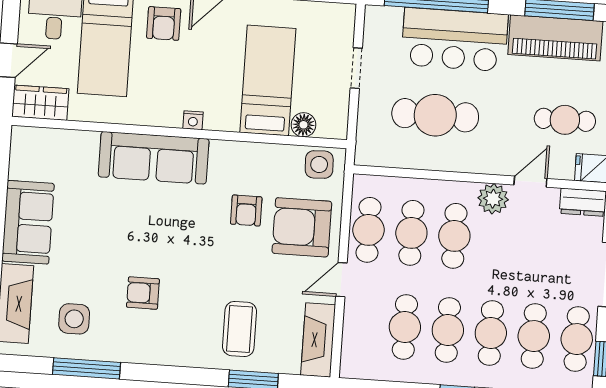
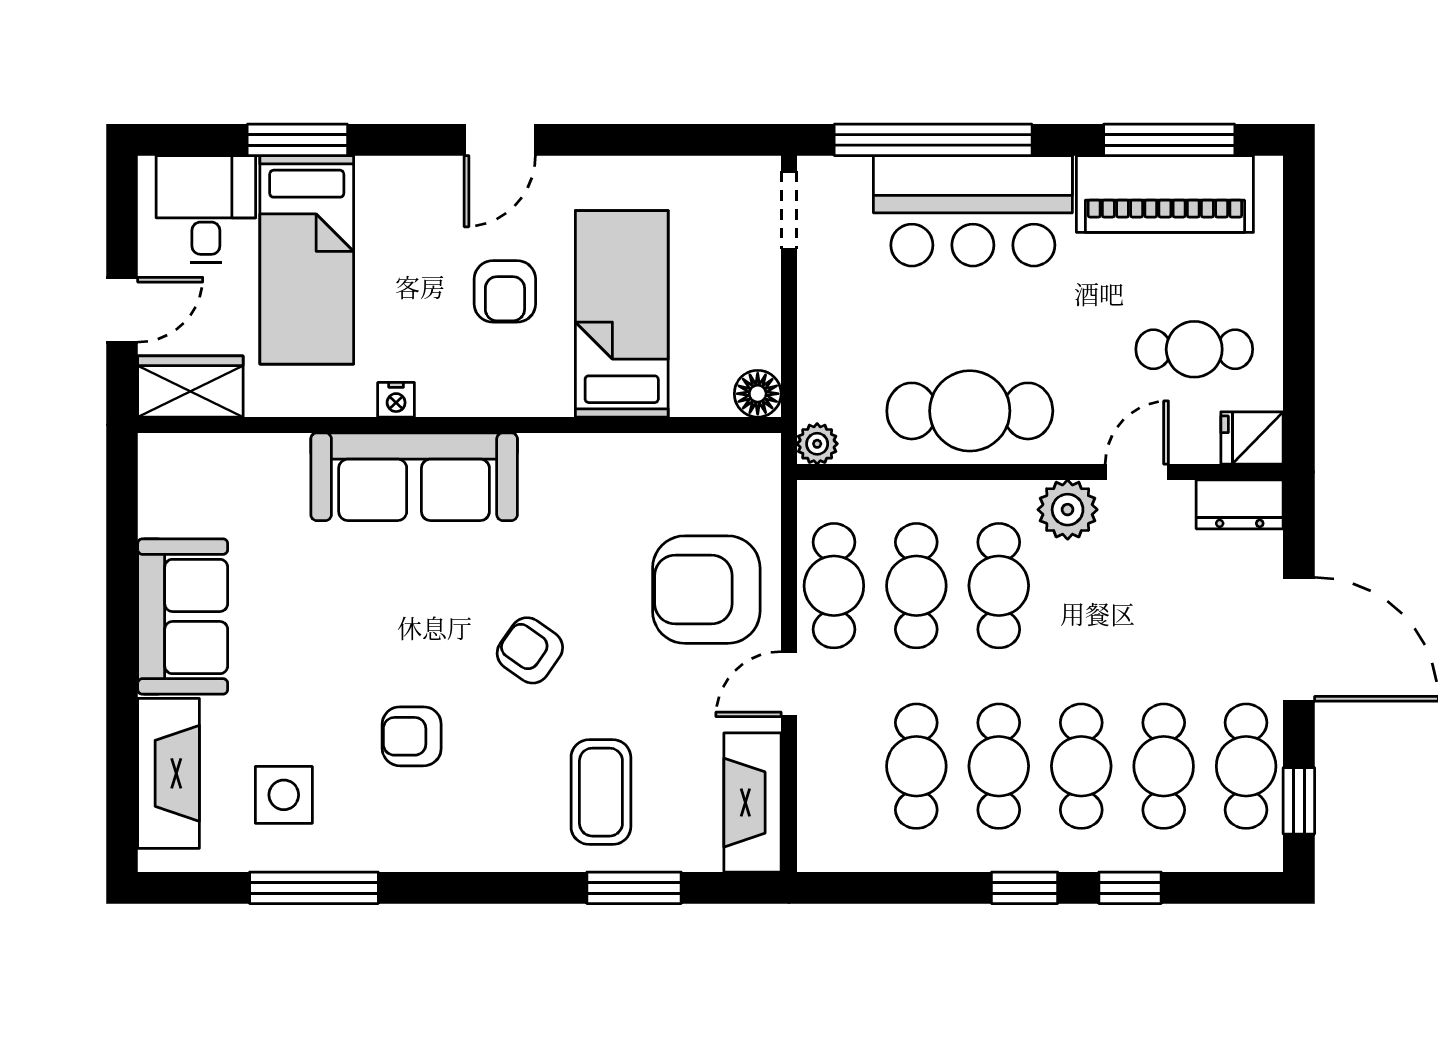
armchair: (164, 23) -> (505, 291), moved
doorway: (356, 68) -> (789, 210), moved
cafe table: (435, 115) -> (970, 411), moved
nightstand: (193, 120) -> (396, 400), moved
floor lamp: (304, 125) -> (758, 394), moved
plant: (365, 155) -> (817, 444), added
side table: (319, 164) -> (731, 467), removed
armchair: (246, 211) -> (530, 650), moved, turned 125

